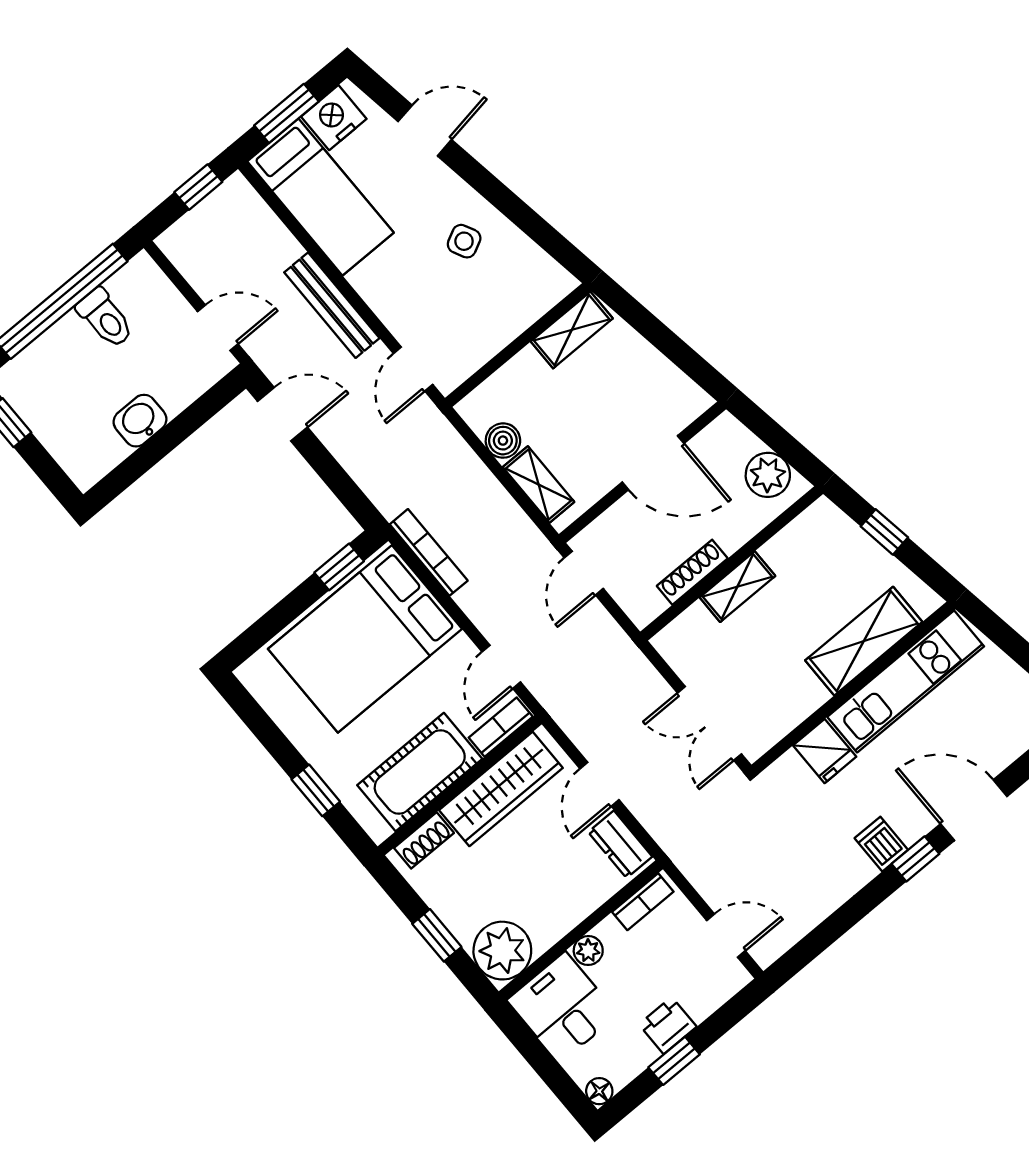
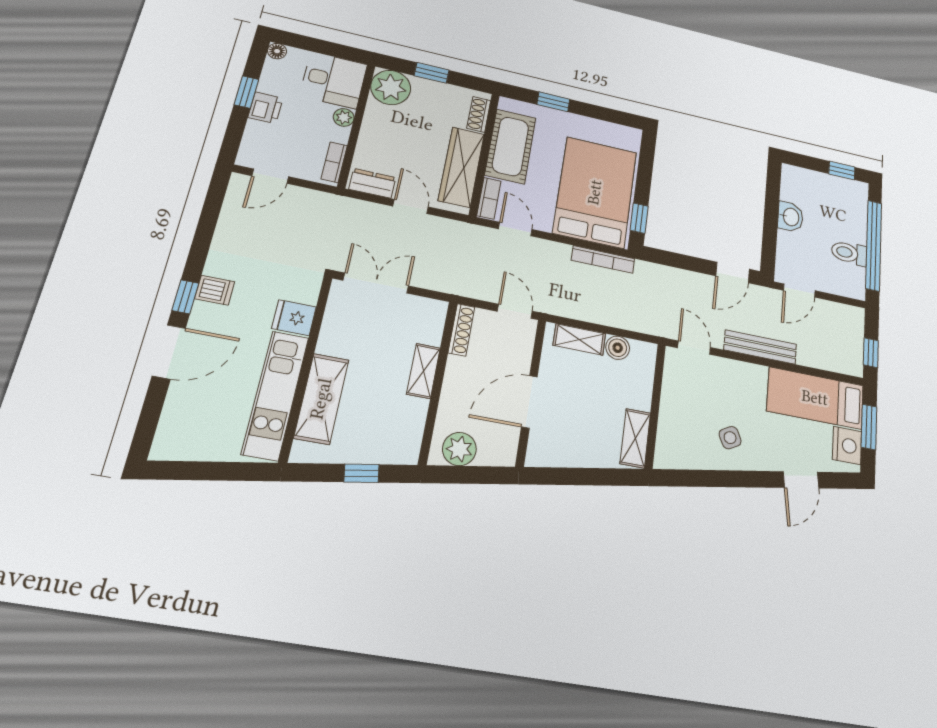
shoe rack: (692, 572) -> (461, 330), moved

